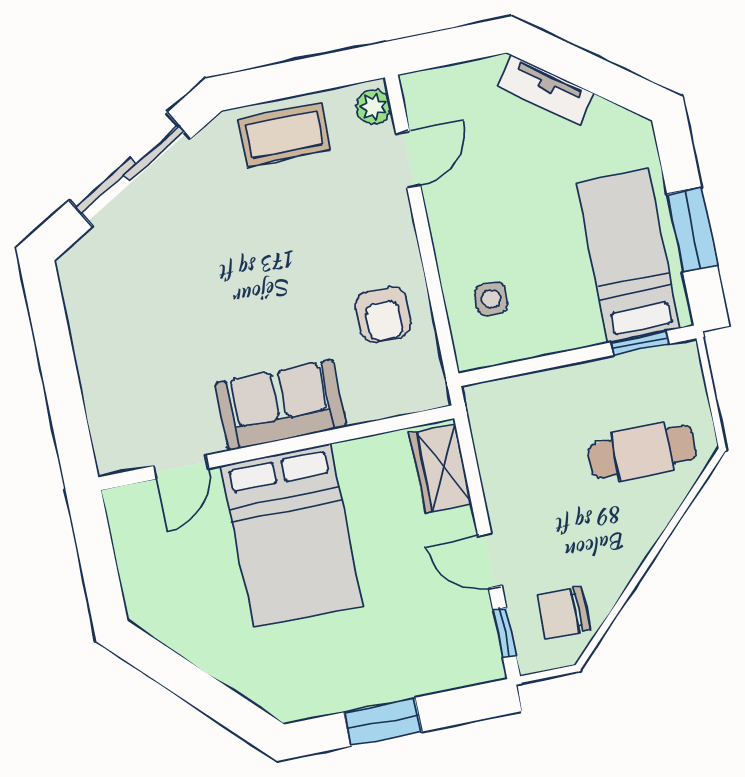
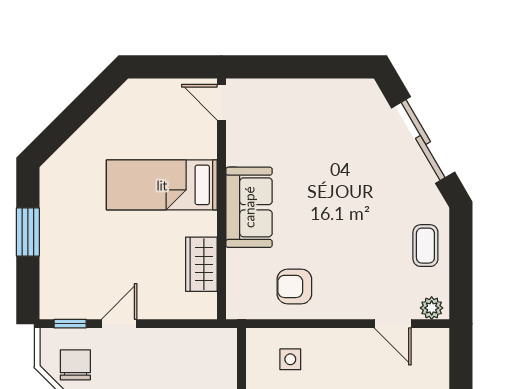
coffee table: (284, 135) -> (425, 246), width x0.73, depth x0.77
door: (181, 467) -> (221, 102), moved
wardrobe: (440, 468) -> (201, 264), moved, turned -90
bed: (292, 536) -> (162, 185), width x0.67

